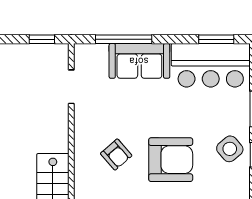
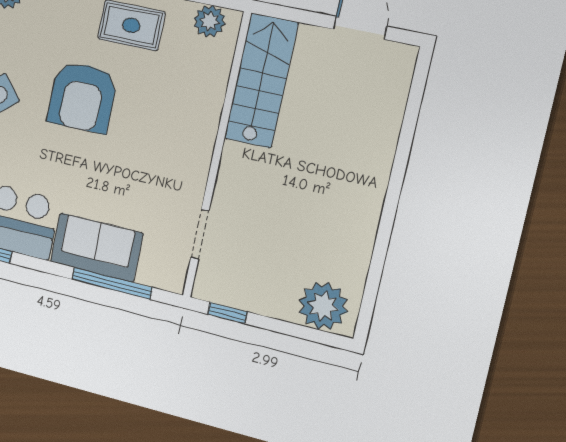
armchair: (116, 154) -> (157, 121), removed
armchair: (171, 160) -> (82, 97), turned -90

